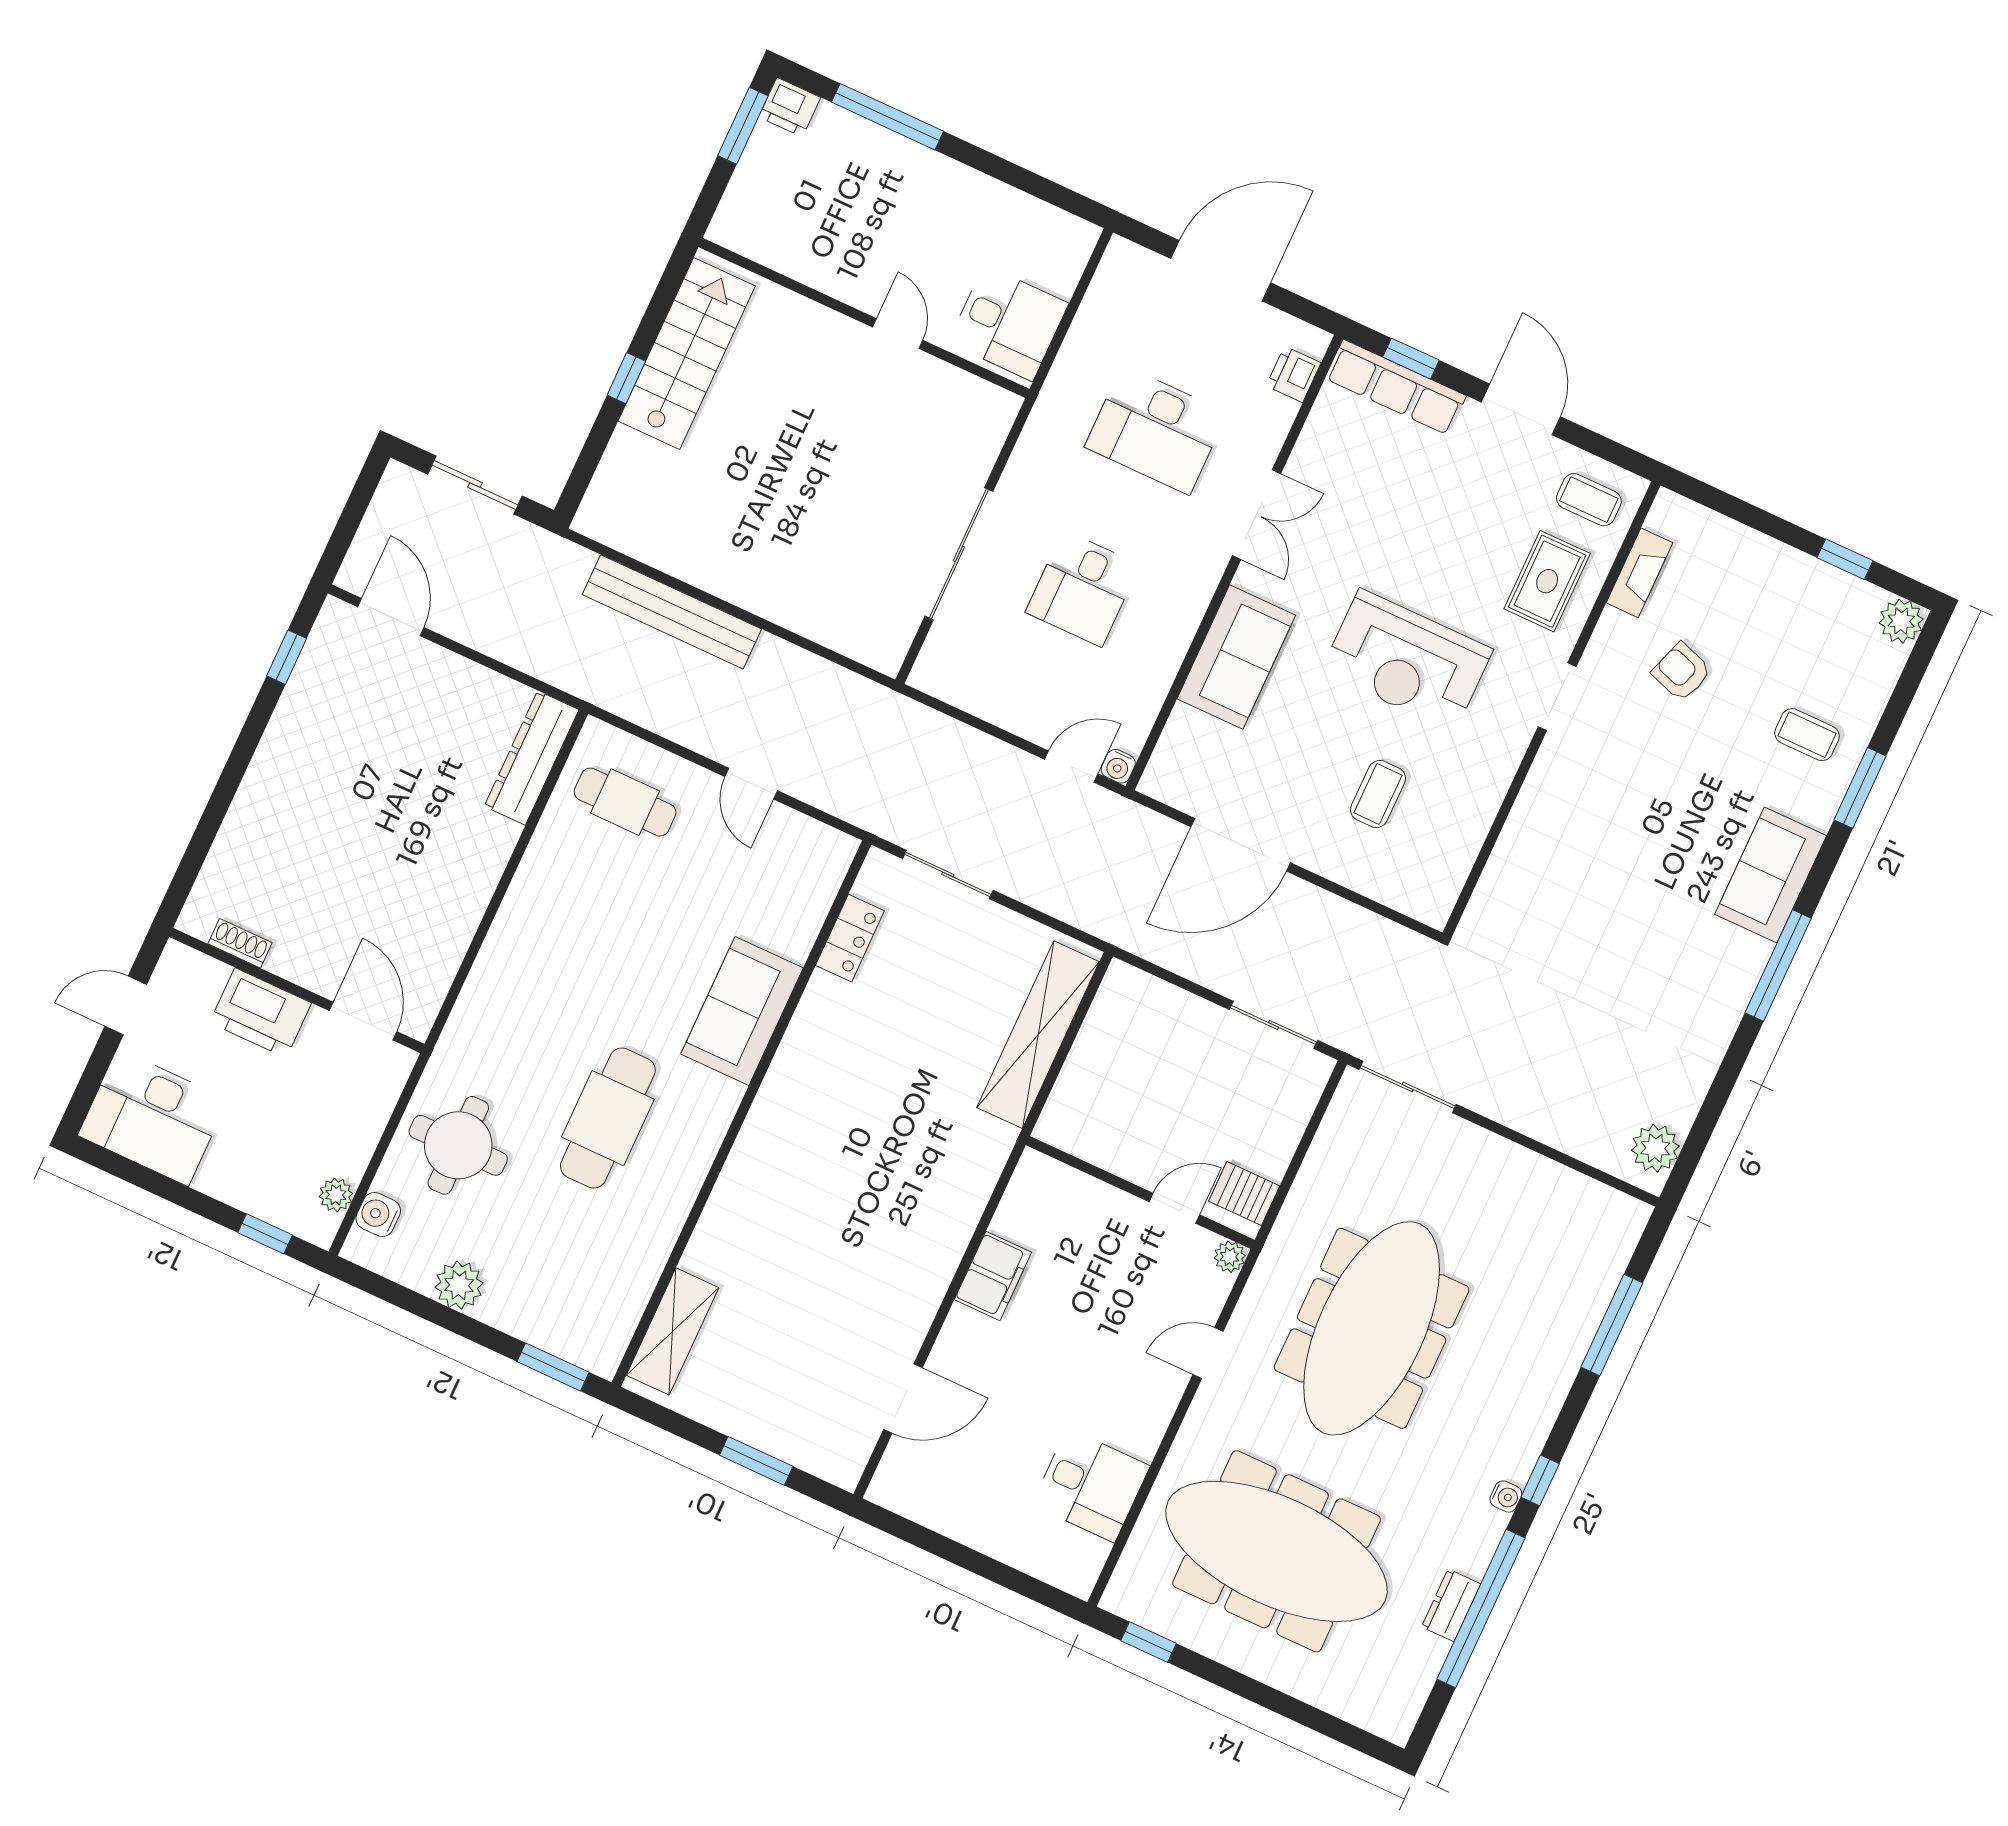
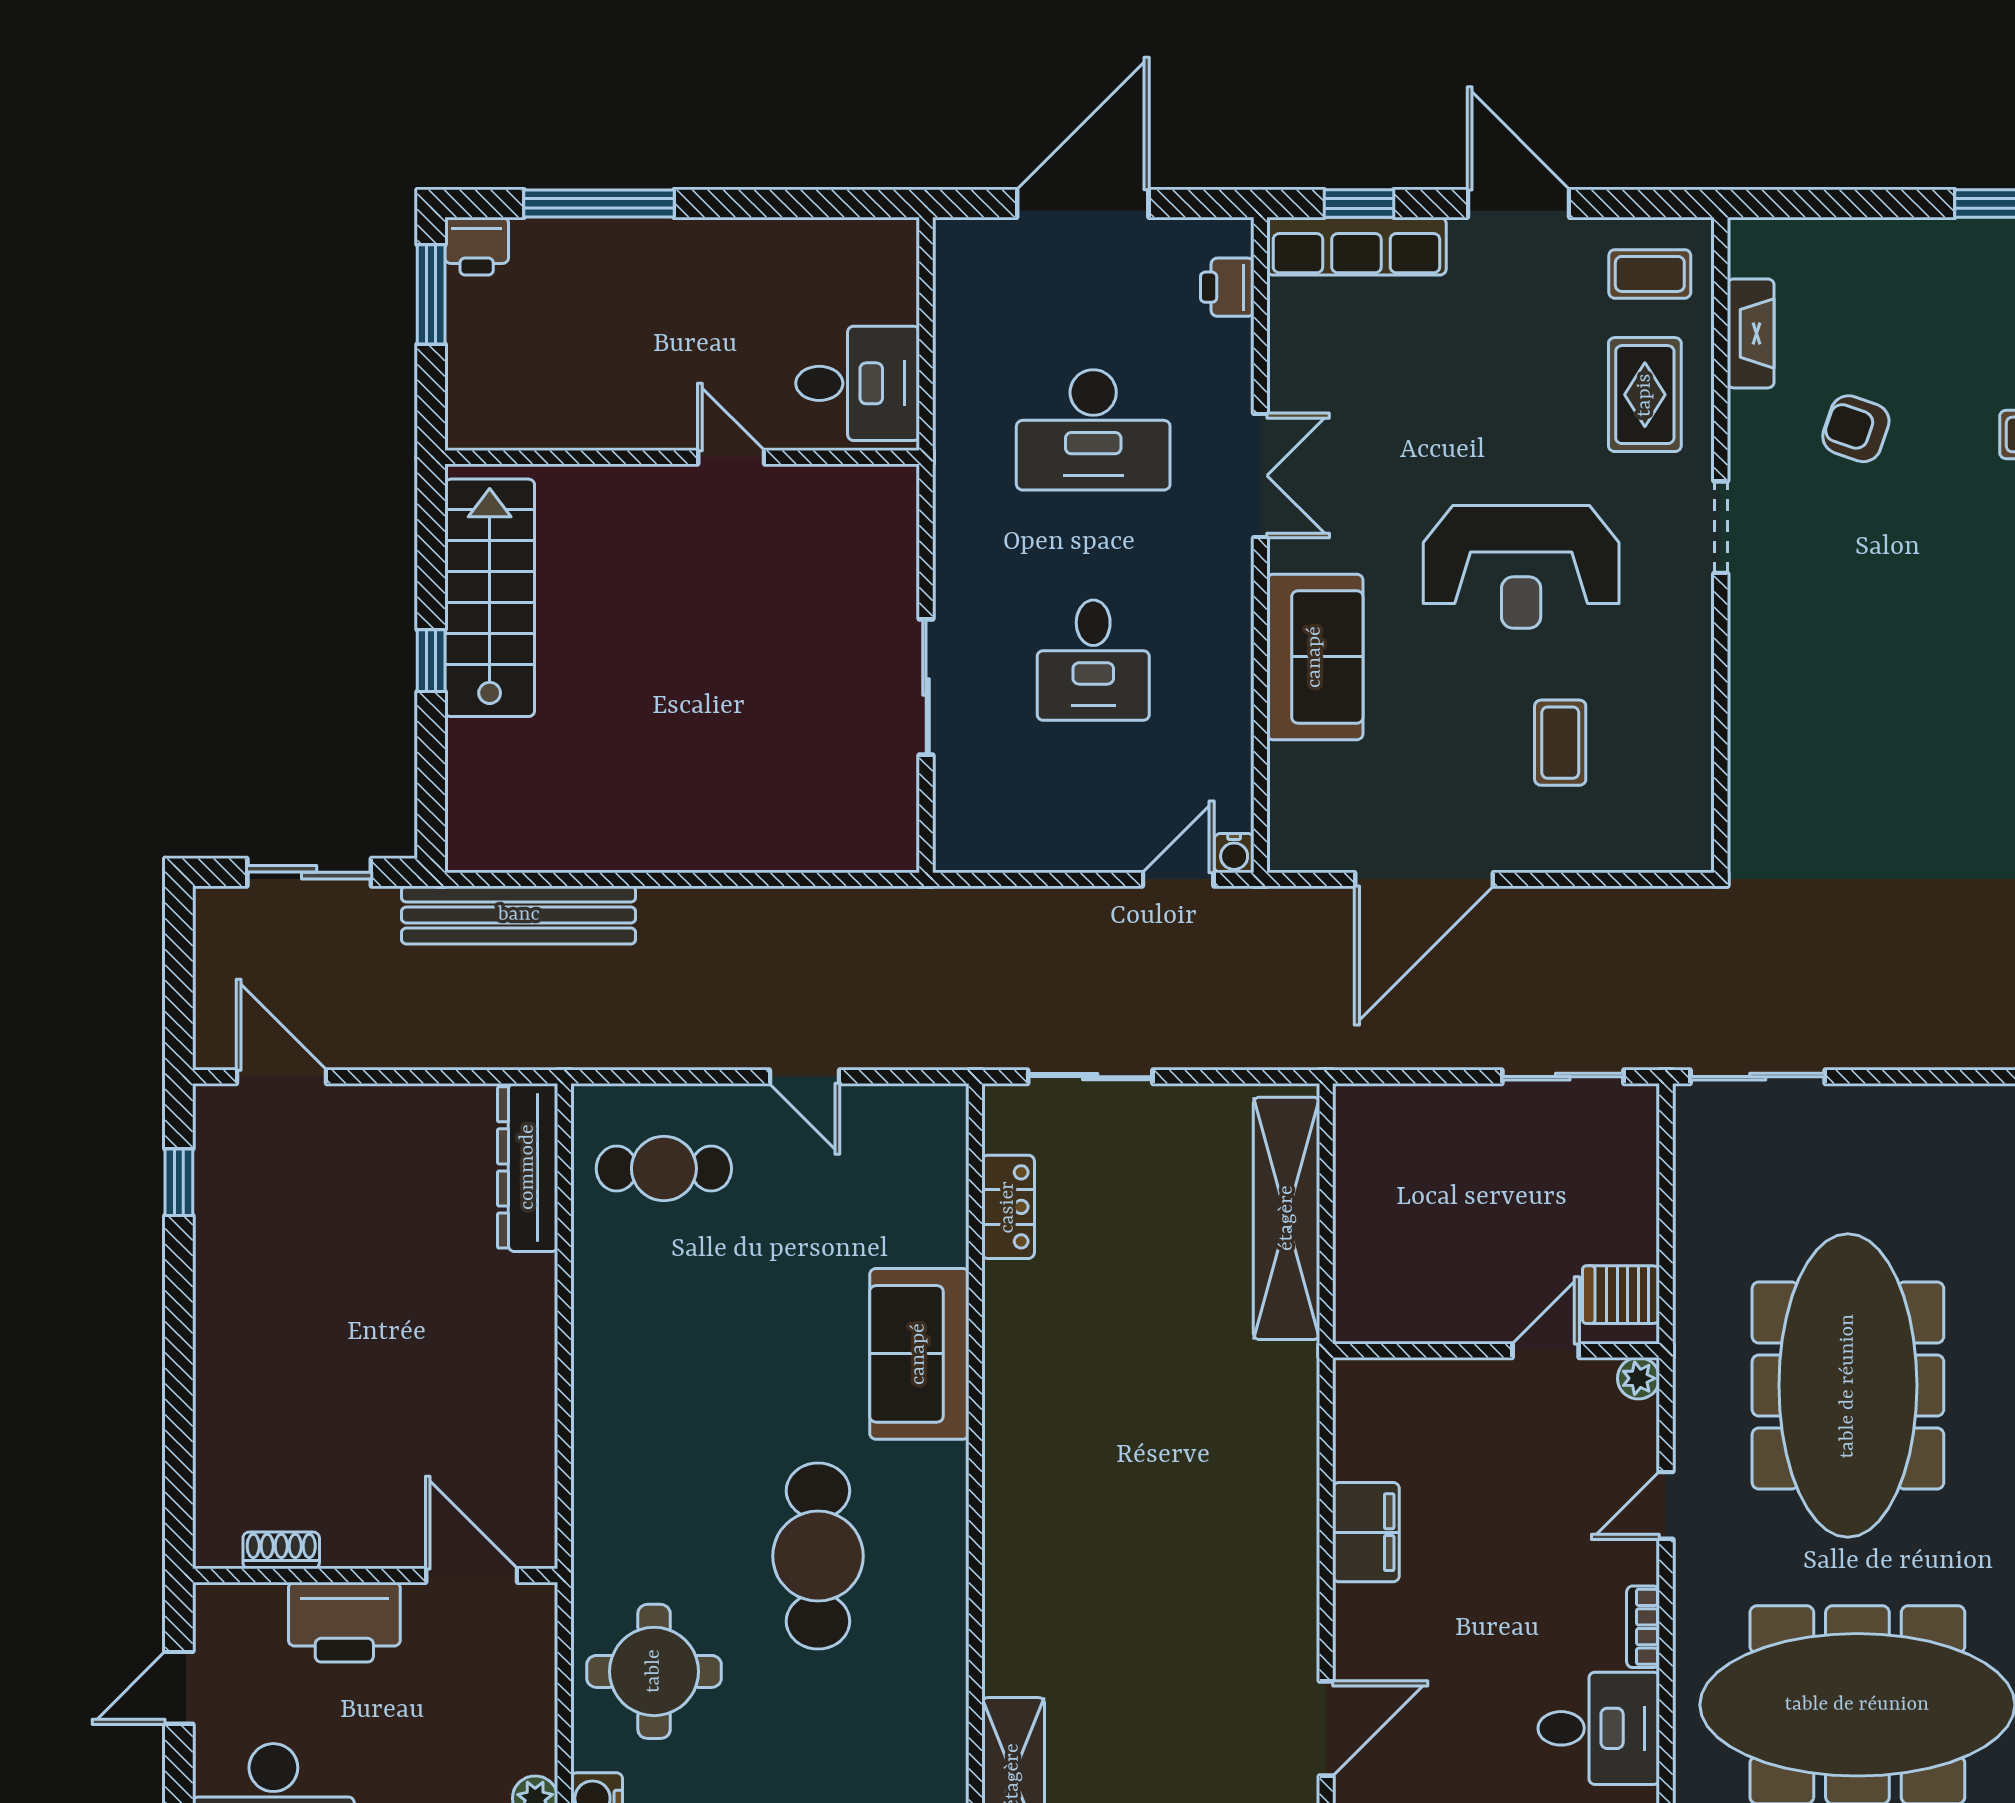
sliding door: (959, 554) -> (926, 687), width x0.73
bench: (672, 612) -> (519, 915), moved
bookcase: (1154, 1429) -> (1643, 1627), added

